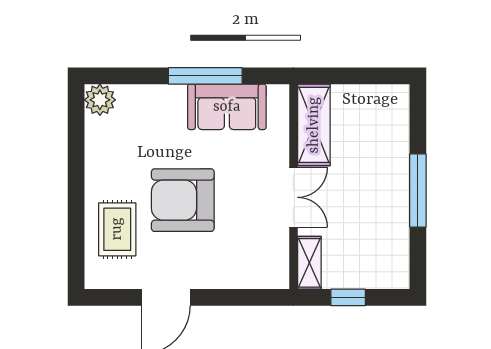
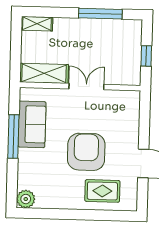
window: (418, 191) -> (100, 14), moved
armchair: (183, 200) -> (86, 152), turned 180
shelving: (309, 263) -> (37, 24), moved

